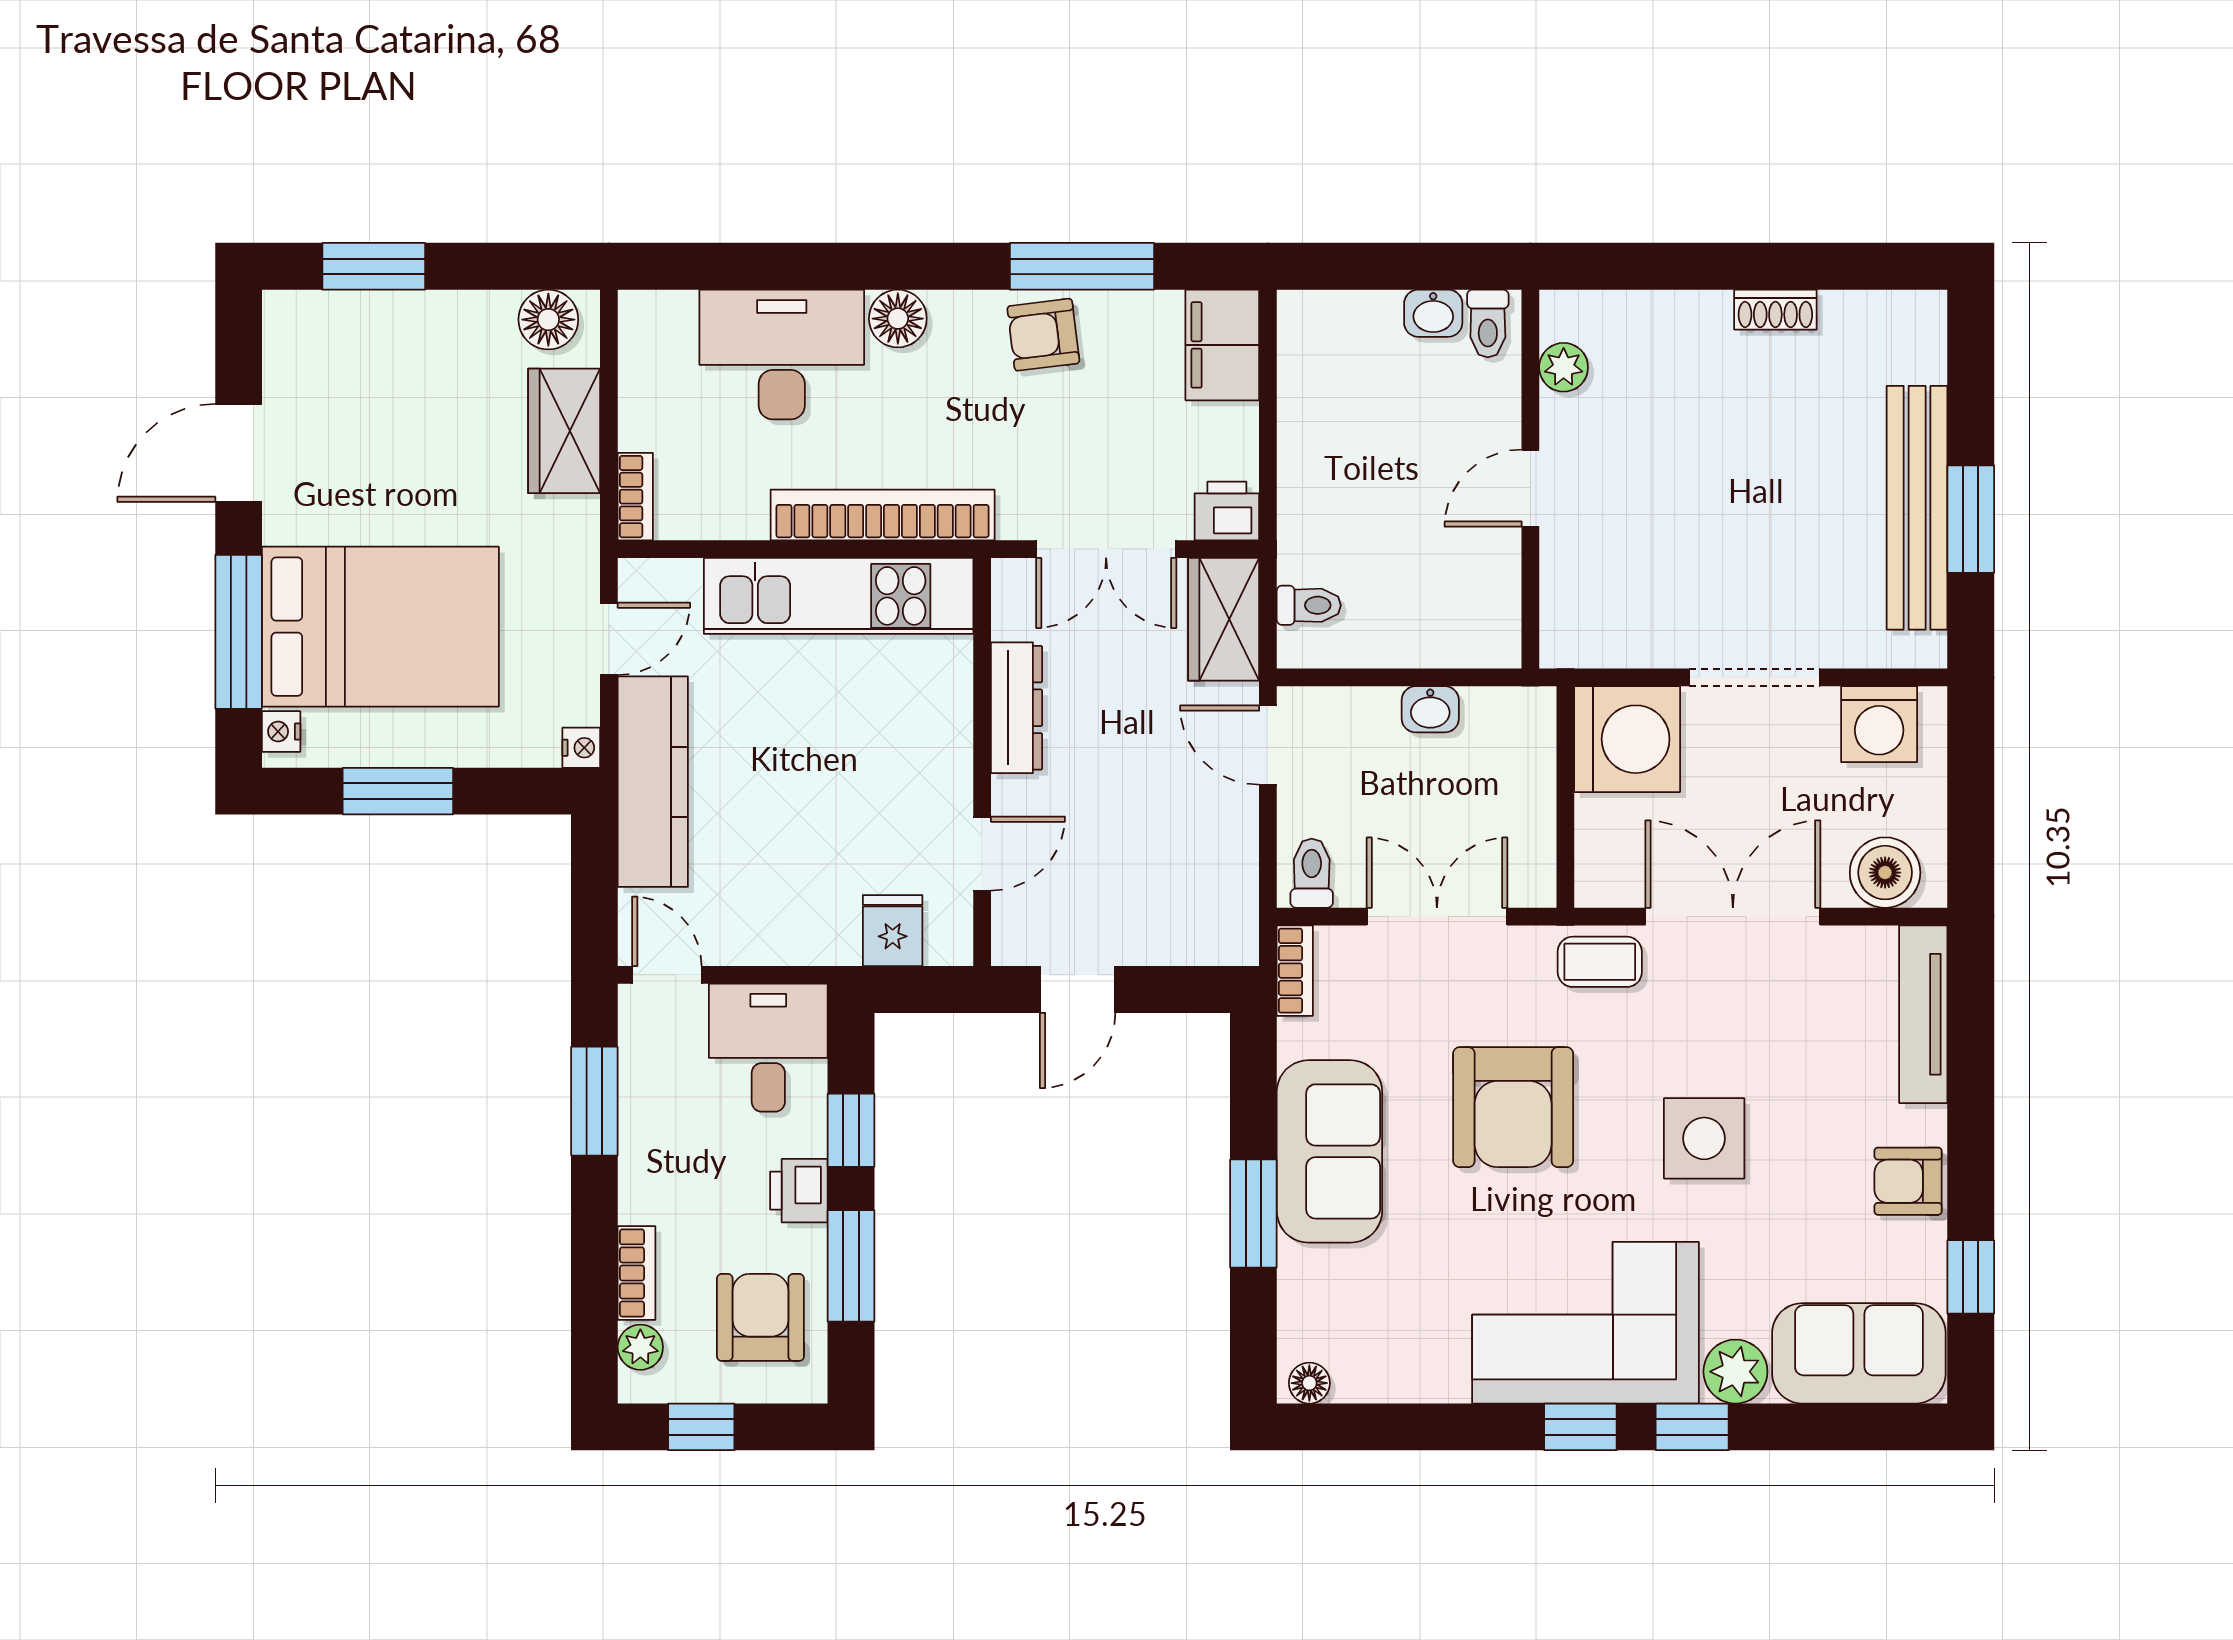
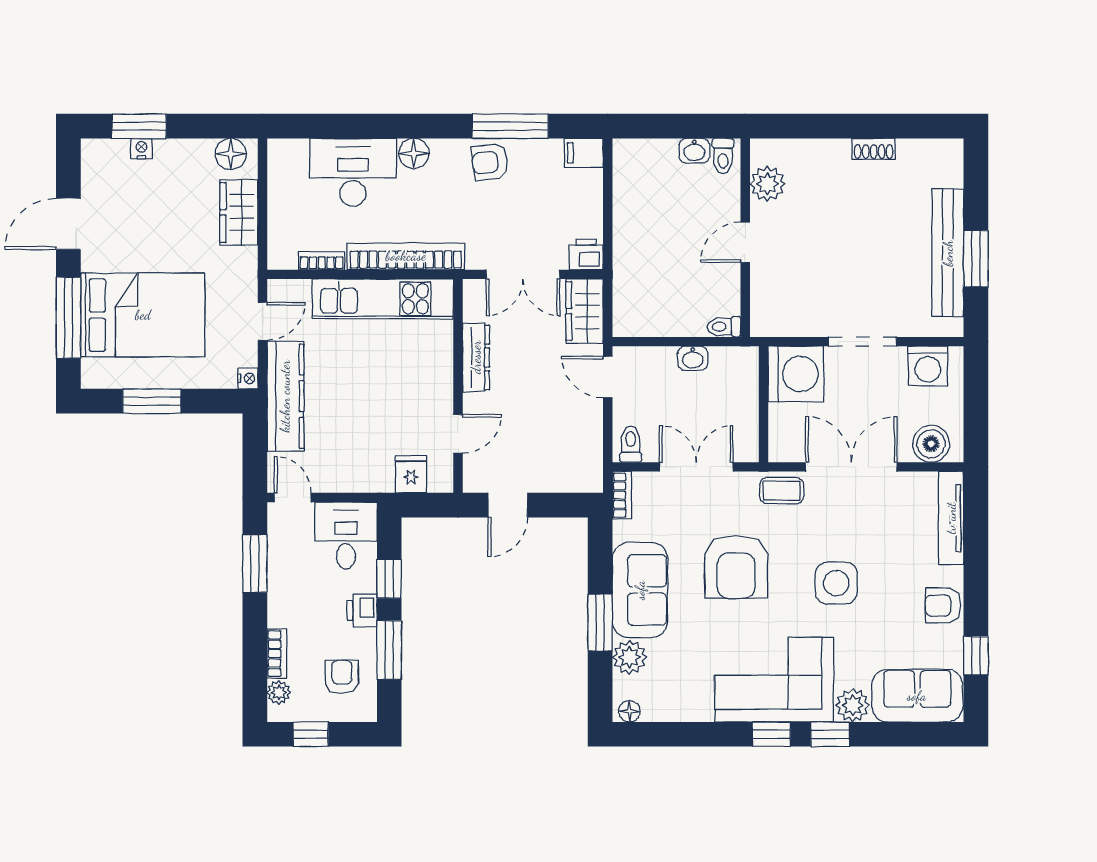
filing cabinet: (1222, 345) -> (584, 153), width x0.50
plant: (1564, 367) -> (767, 184), width x1.38, depth x1.38
bookcase: (635, 497) -> (322, 261), moved, turned -90
toilet: (1309, 605) -> (724, 327), moved, turned 180
nightstand: (281, 732) -> (141, 148), moved, turned 90
plant: (1309, 1280) -> (629, 657), added
armchair: (760, 1317) -> (342, 677), width x0.72, depth x0.72

